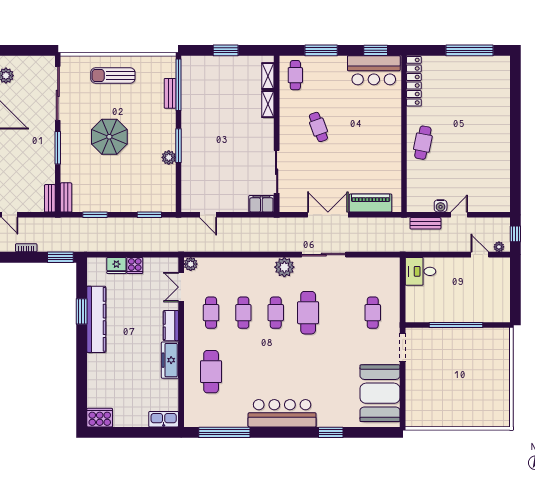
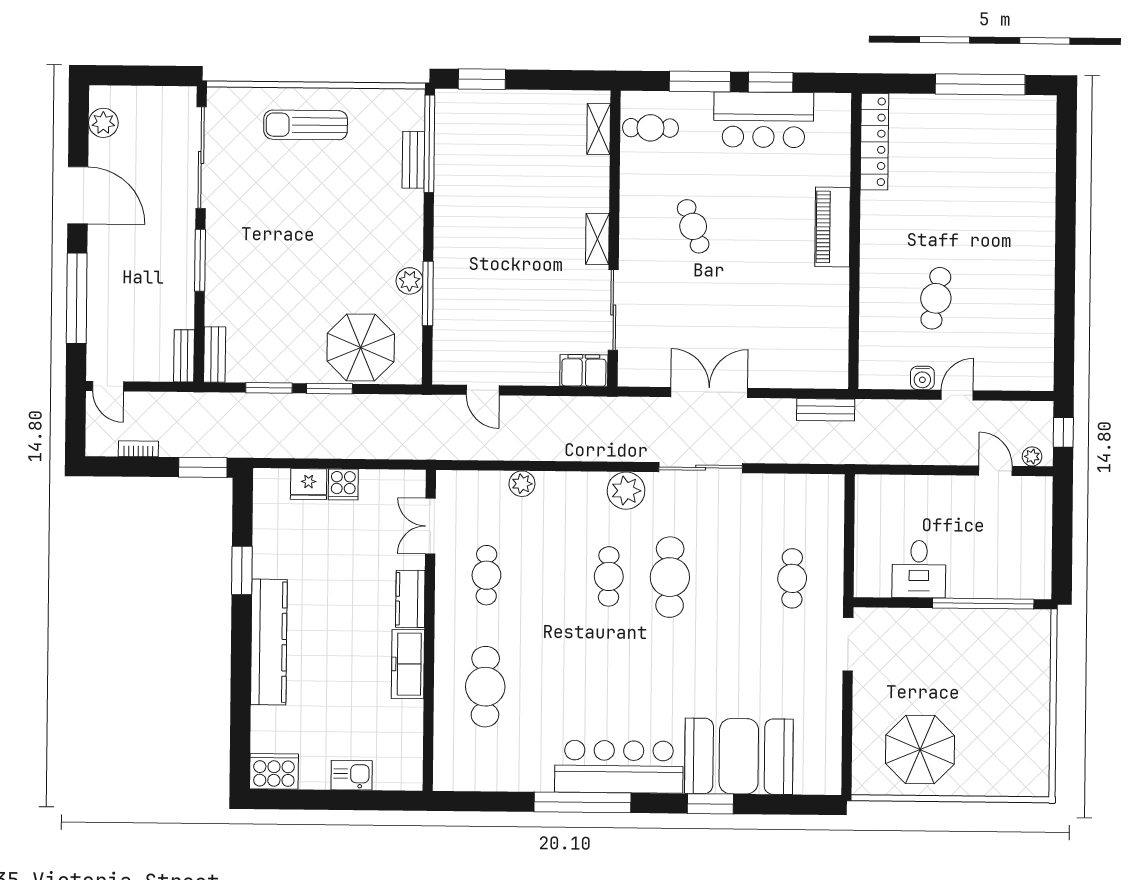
window: (226, 50) -> (482, 79), moved
window: (376, 50) -> (771, 82), moved
bar counter: (374, 70) -> (764, 120), moved
cafe table: (295, 75) -> (650, 128), turned 90
shelving: (268, 104) -> (597, 239), moved
parasol: (109, 137) -> (361, 347), moved
cafe table: (423, 143) -> (936, 298), moved
window: (178, 146) -> (428, 293), moved
piano: (371, 203) -> (833, 227), moved, turned -90
window: (149, 215) -> (329, 389), moved
bench: (425, 223) -> (826, 410), moved
plant: (191, 264) -> (522, 484), moved
desk: (420, 271) -> (919, 569), moved, turned -90
cafe table: (243, 313) -> (548, 576), removed
kitchen counter: (96, 319) -> (269, 642), moved
window: (456, 325) -> (983, 604), moved
booth: (380, 393) -> (739, 756), moved, turned 90
parasol: (441, 403) -> (920, 750), added
kitchen sink: (164, 419) -> (352, 775), moved, width x0.73
window: (224, 432) -> (583, 802), moved

